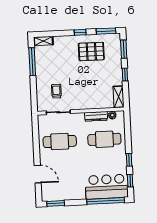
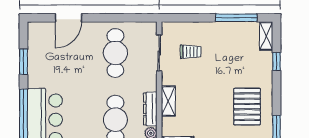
window: (80, 32) -> (276, 61), moved
shelving: (90, 104) -> (168, 101), added
window: (56, 203) -> (24, 62), moved

